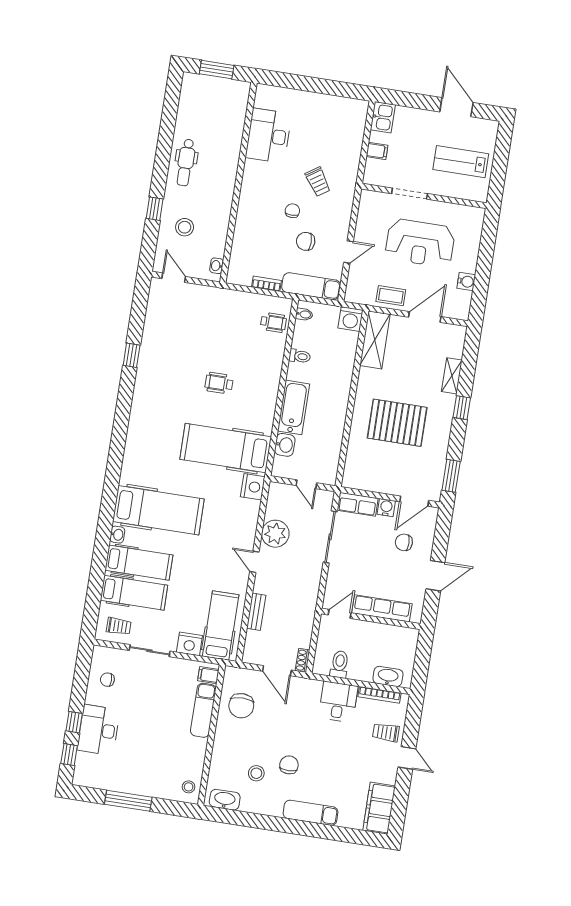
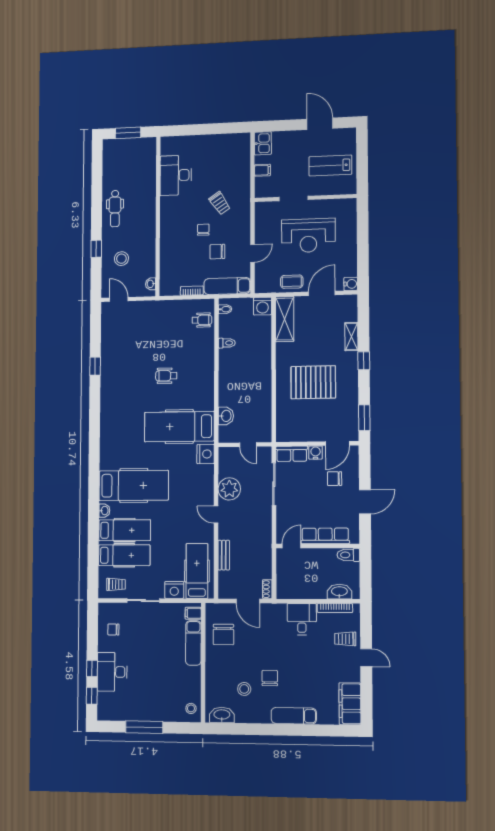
water cooler: (466, 282) -> (351, 284), moved
bathtub: (294, 407) -> (228, 385), removed
toilet: (340, 664) -> (348, 555), moved, turned -90

